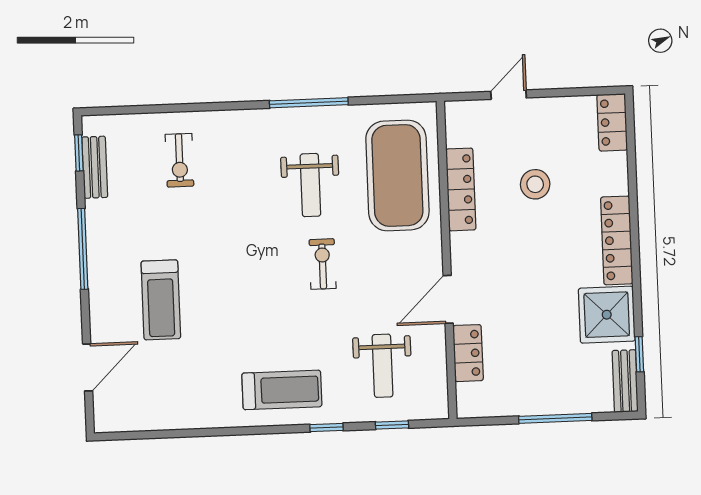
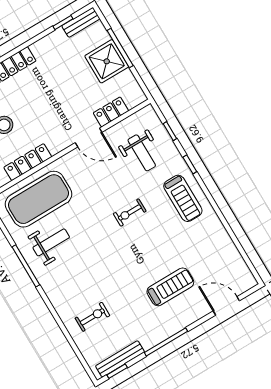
bench: (95, 167) -> (120, 359), width x1.36
weight bench: (310, 185) -> (51, 242), moved
exercise bike: (323, 264) -> (130, 213), moved
shower: (607, 315) -> (107, 61), moved
weight bench: (382, 366) -> (142, 153), turned 90
treadmill: (282, 390) -> (183, 198), turned 180

